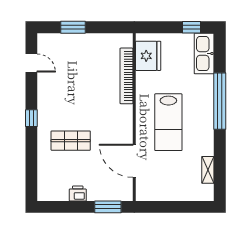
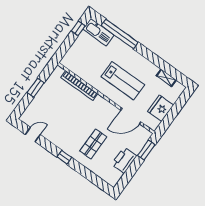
window: (73, 27) -> (36, 88), moved
fridge: (148, 56) -> (161, 108), moved, turned -90
window: (220, 101) -> (120, 34), moved
printer: (78, 193) -> (124, 160), width x1.87, depth x1.48

